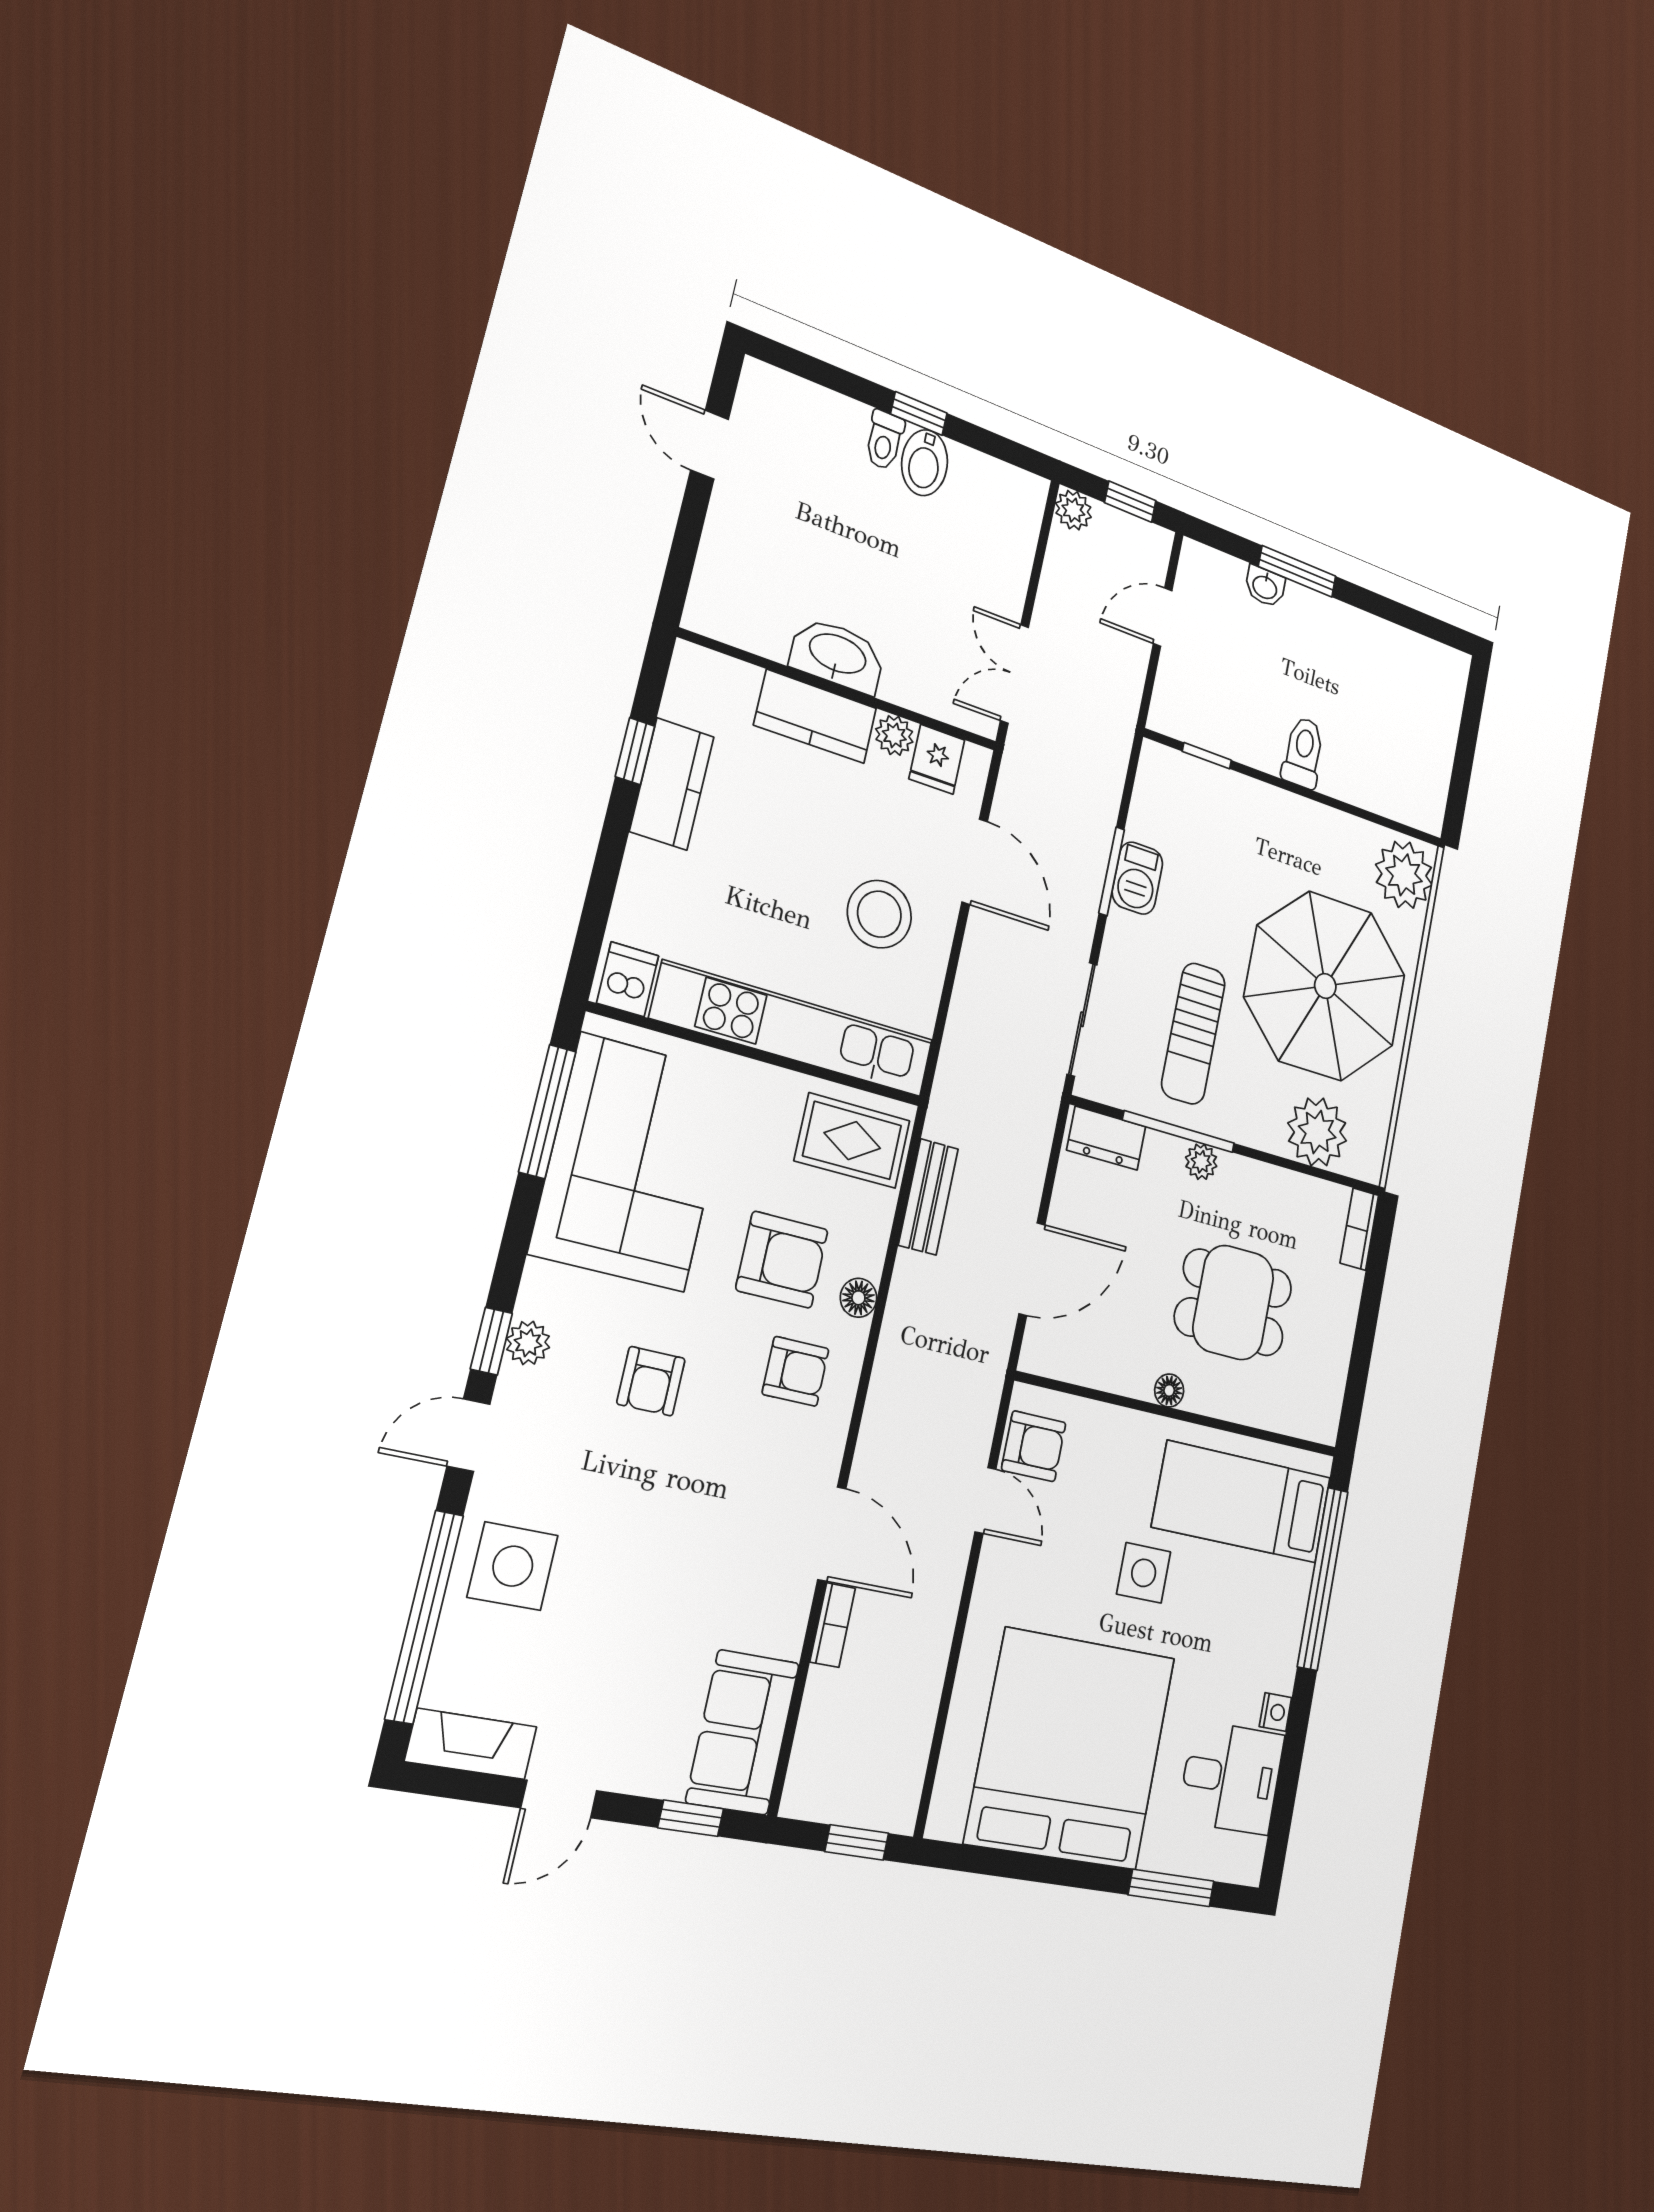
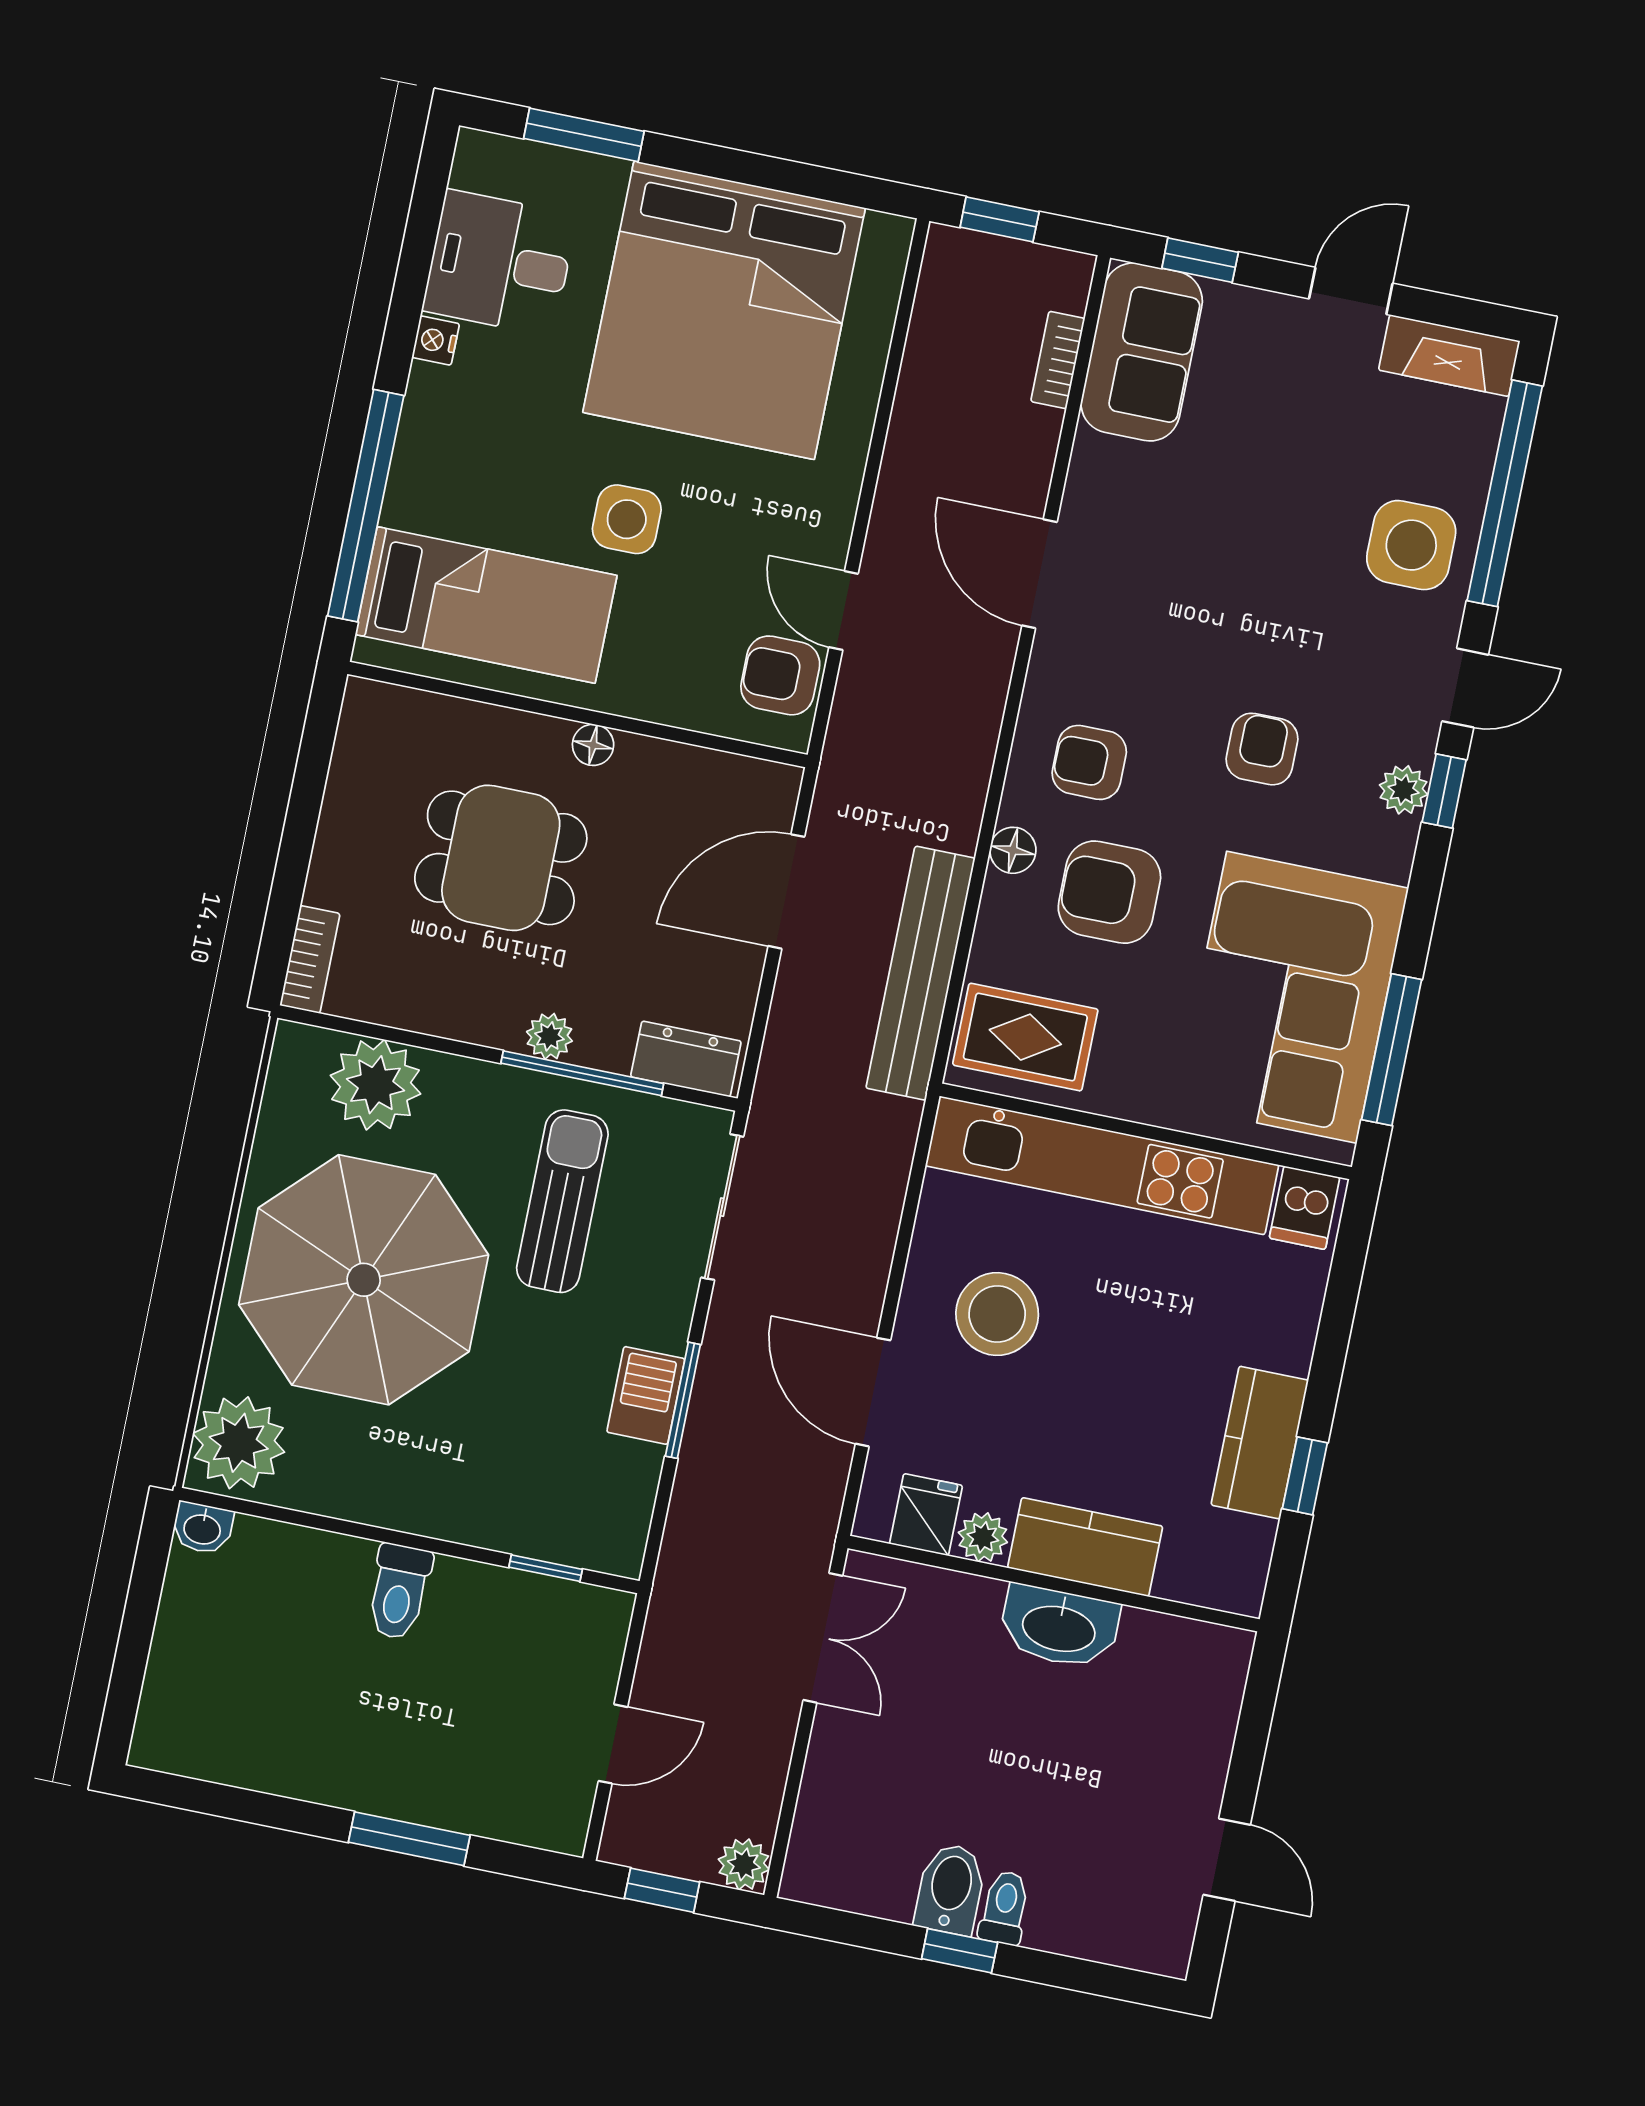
washbasin: (1265, 586) -> (202, 1528), moved, turned 180
bench: (928, 1197) -> (920, 973), width x1.86, depth x1.21
bookcase: (833, 1625) -> (1058, 360), moved

